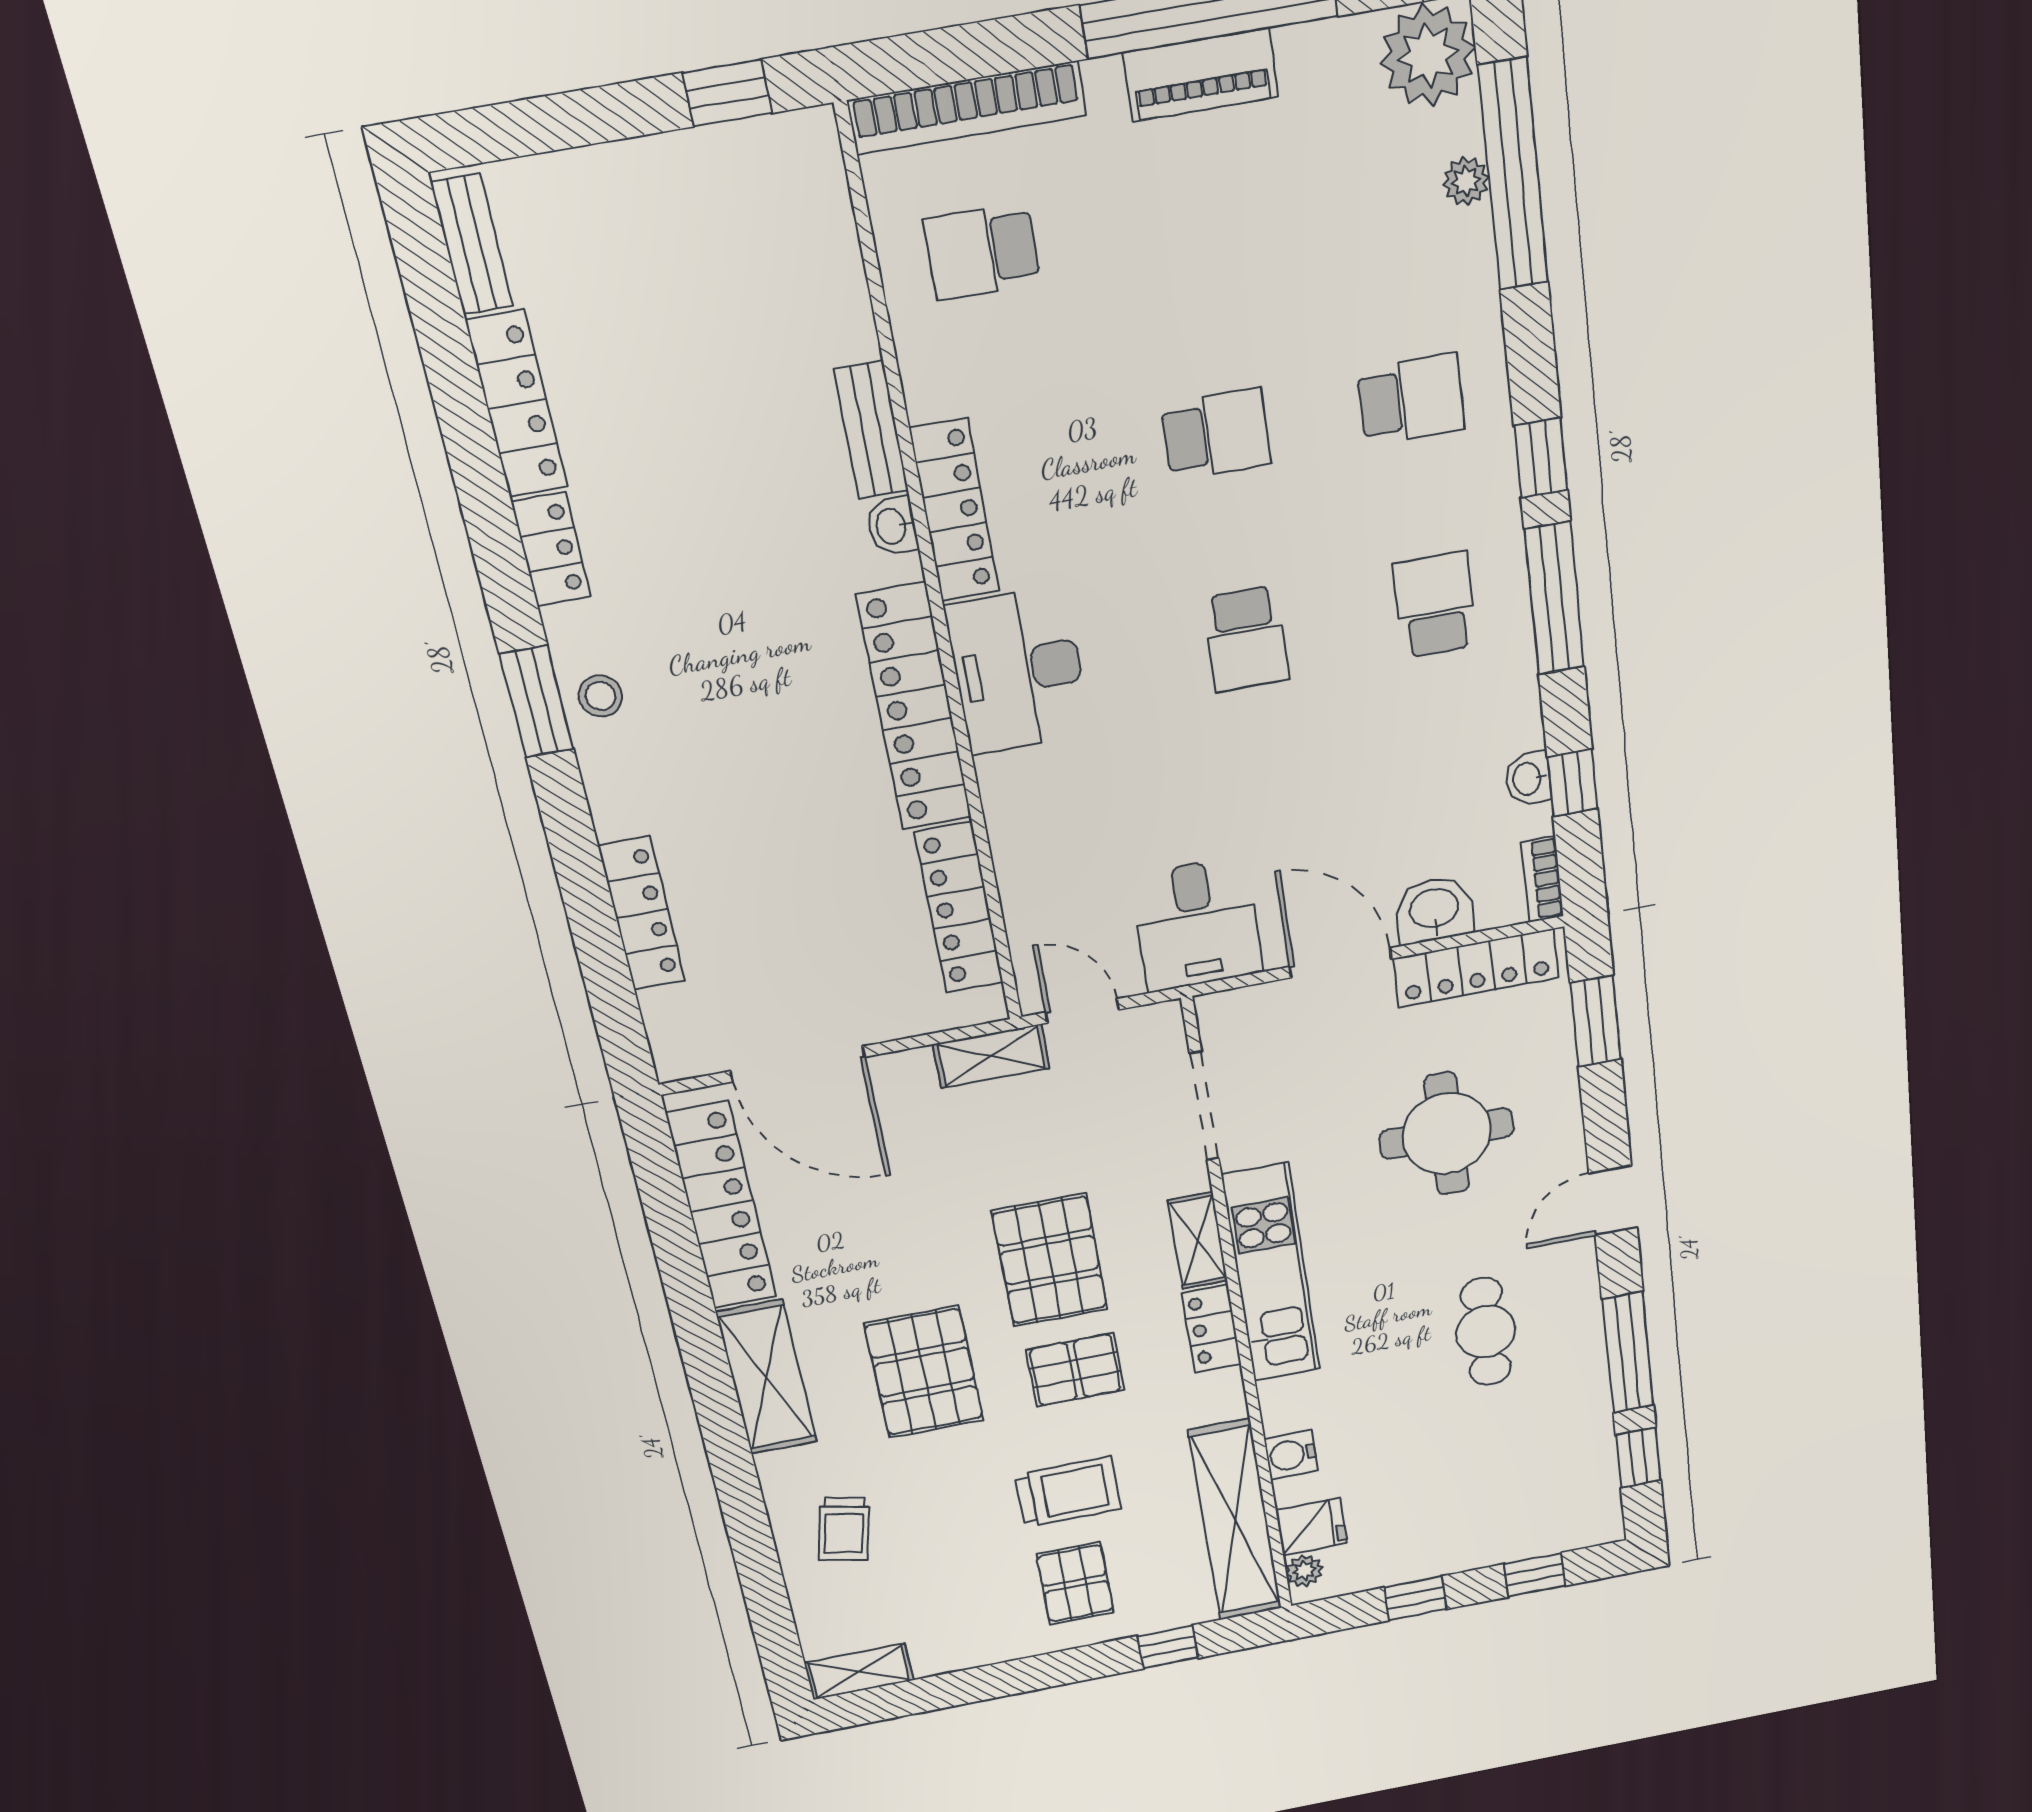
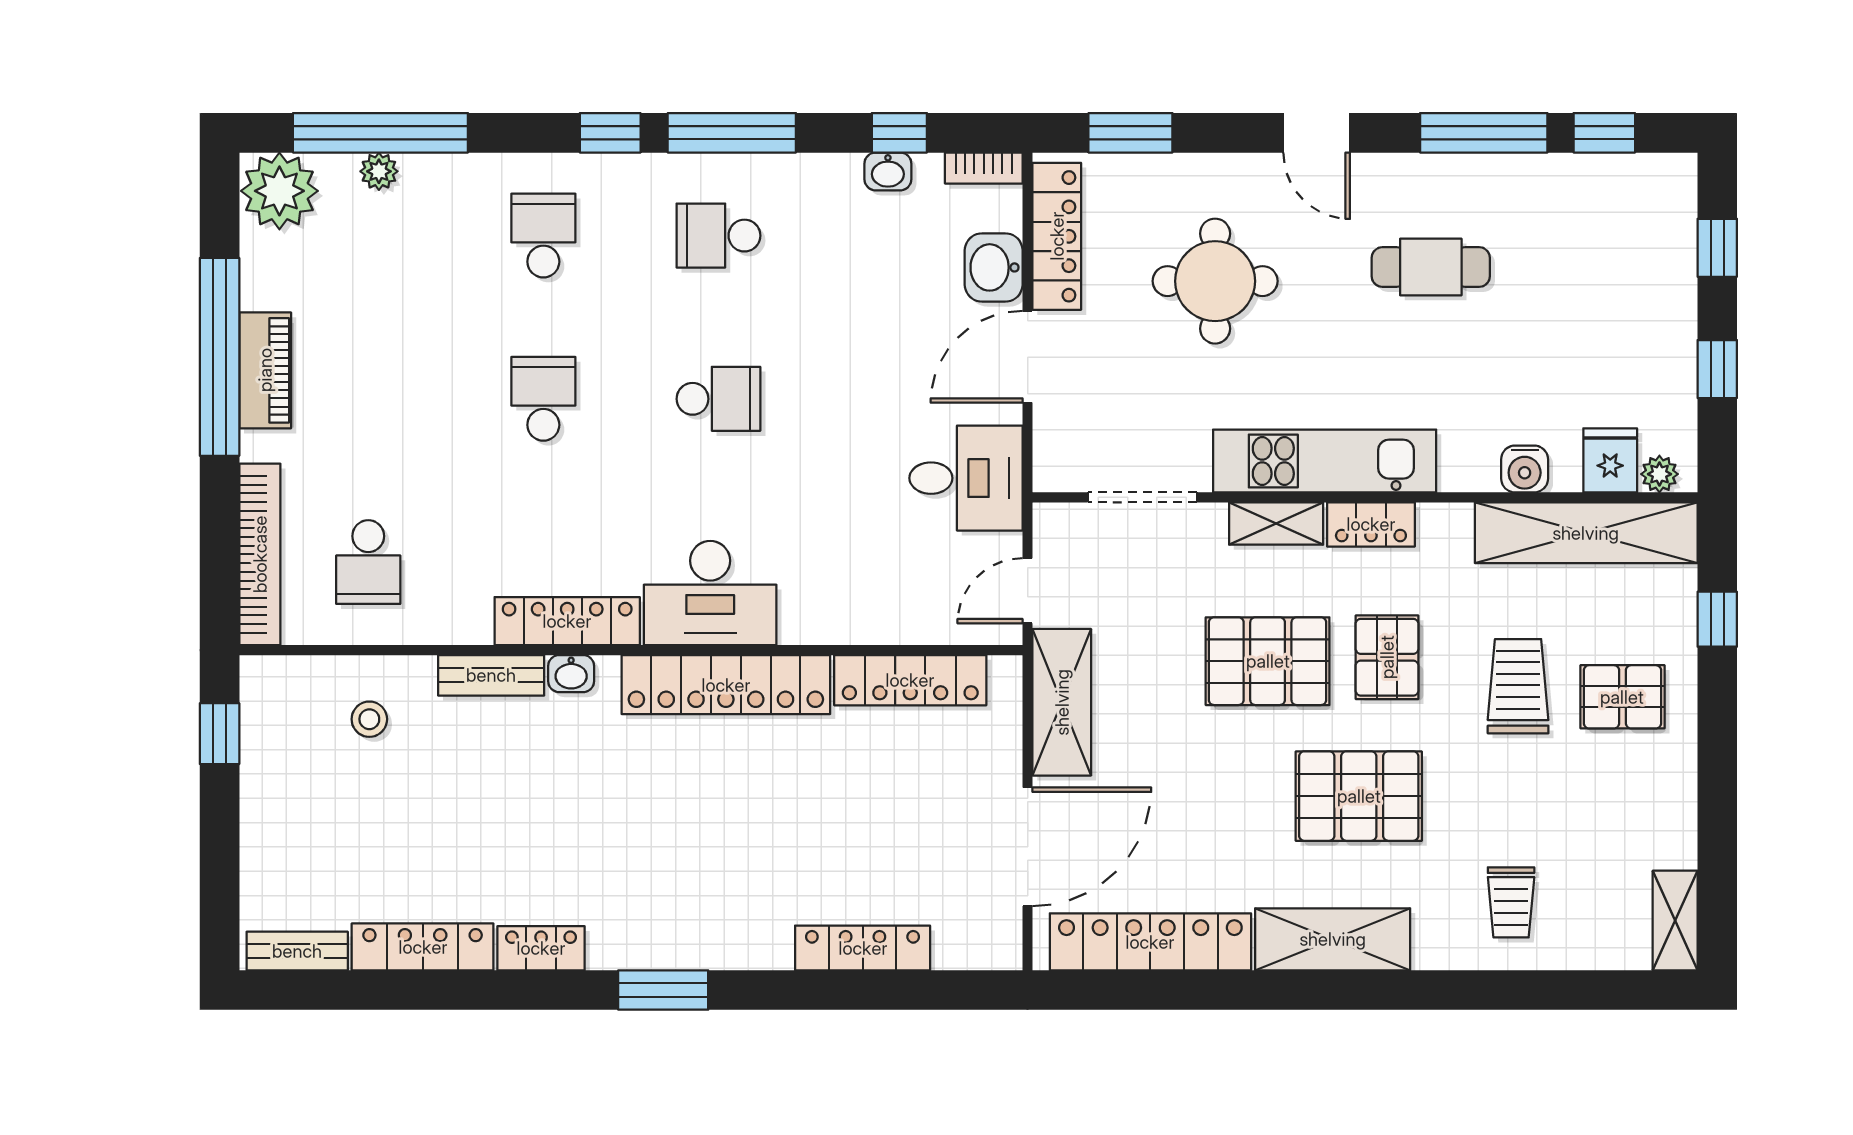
stool: (600, 696) -> (369, 719), moved
shelving: (991, 1056) -> (1062, 702), width x1.50, depth x1.33
trolley: (844, 1529) -> (1511, 902), turned 77

